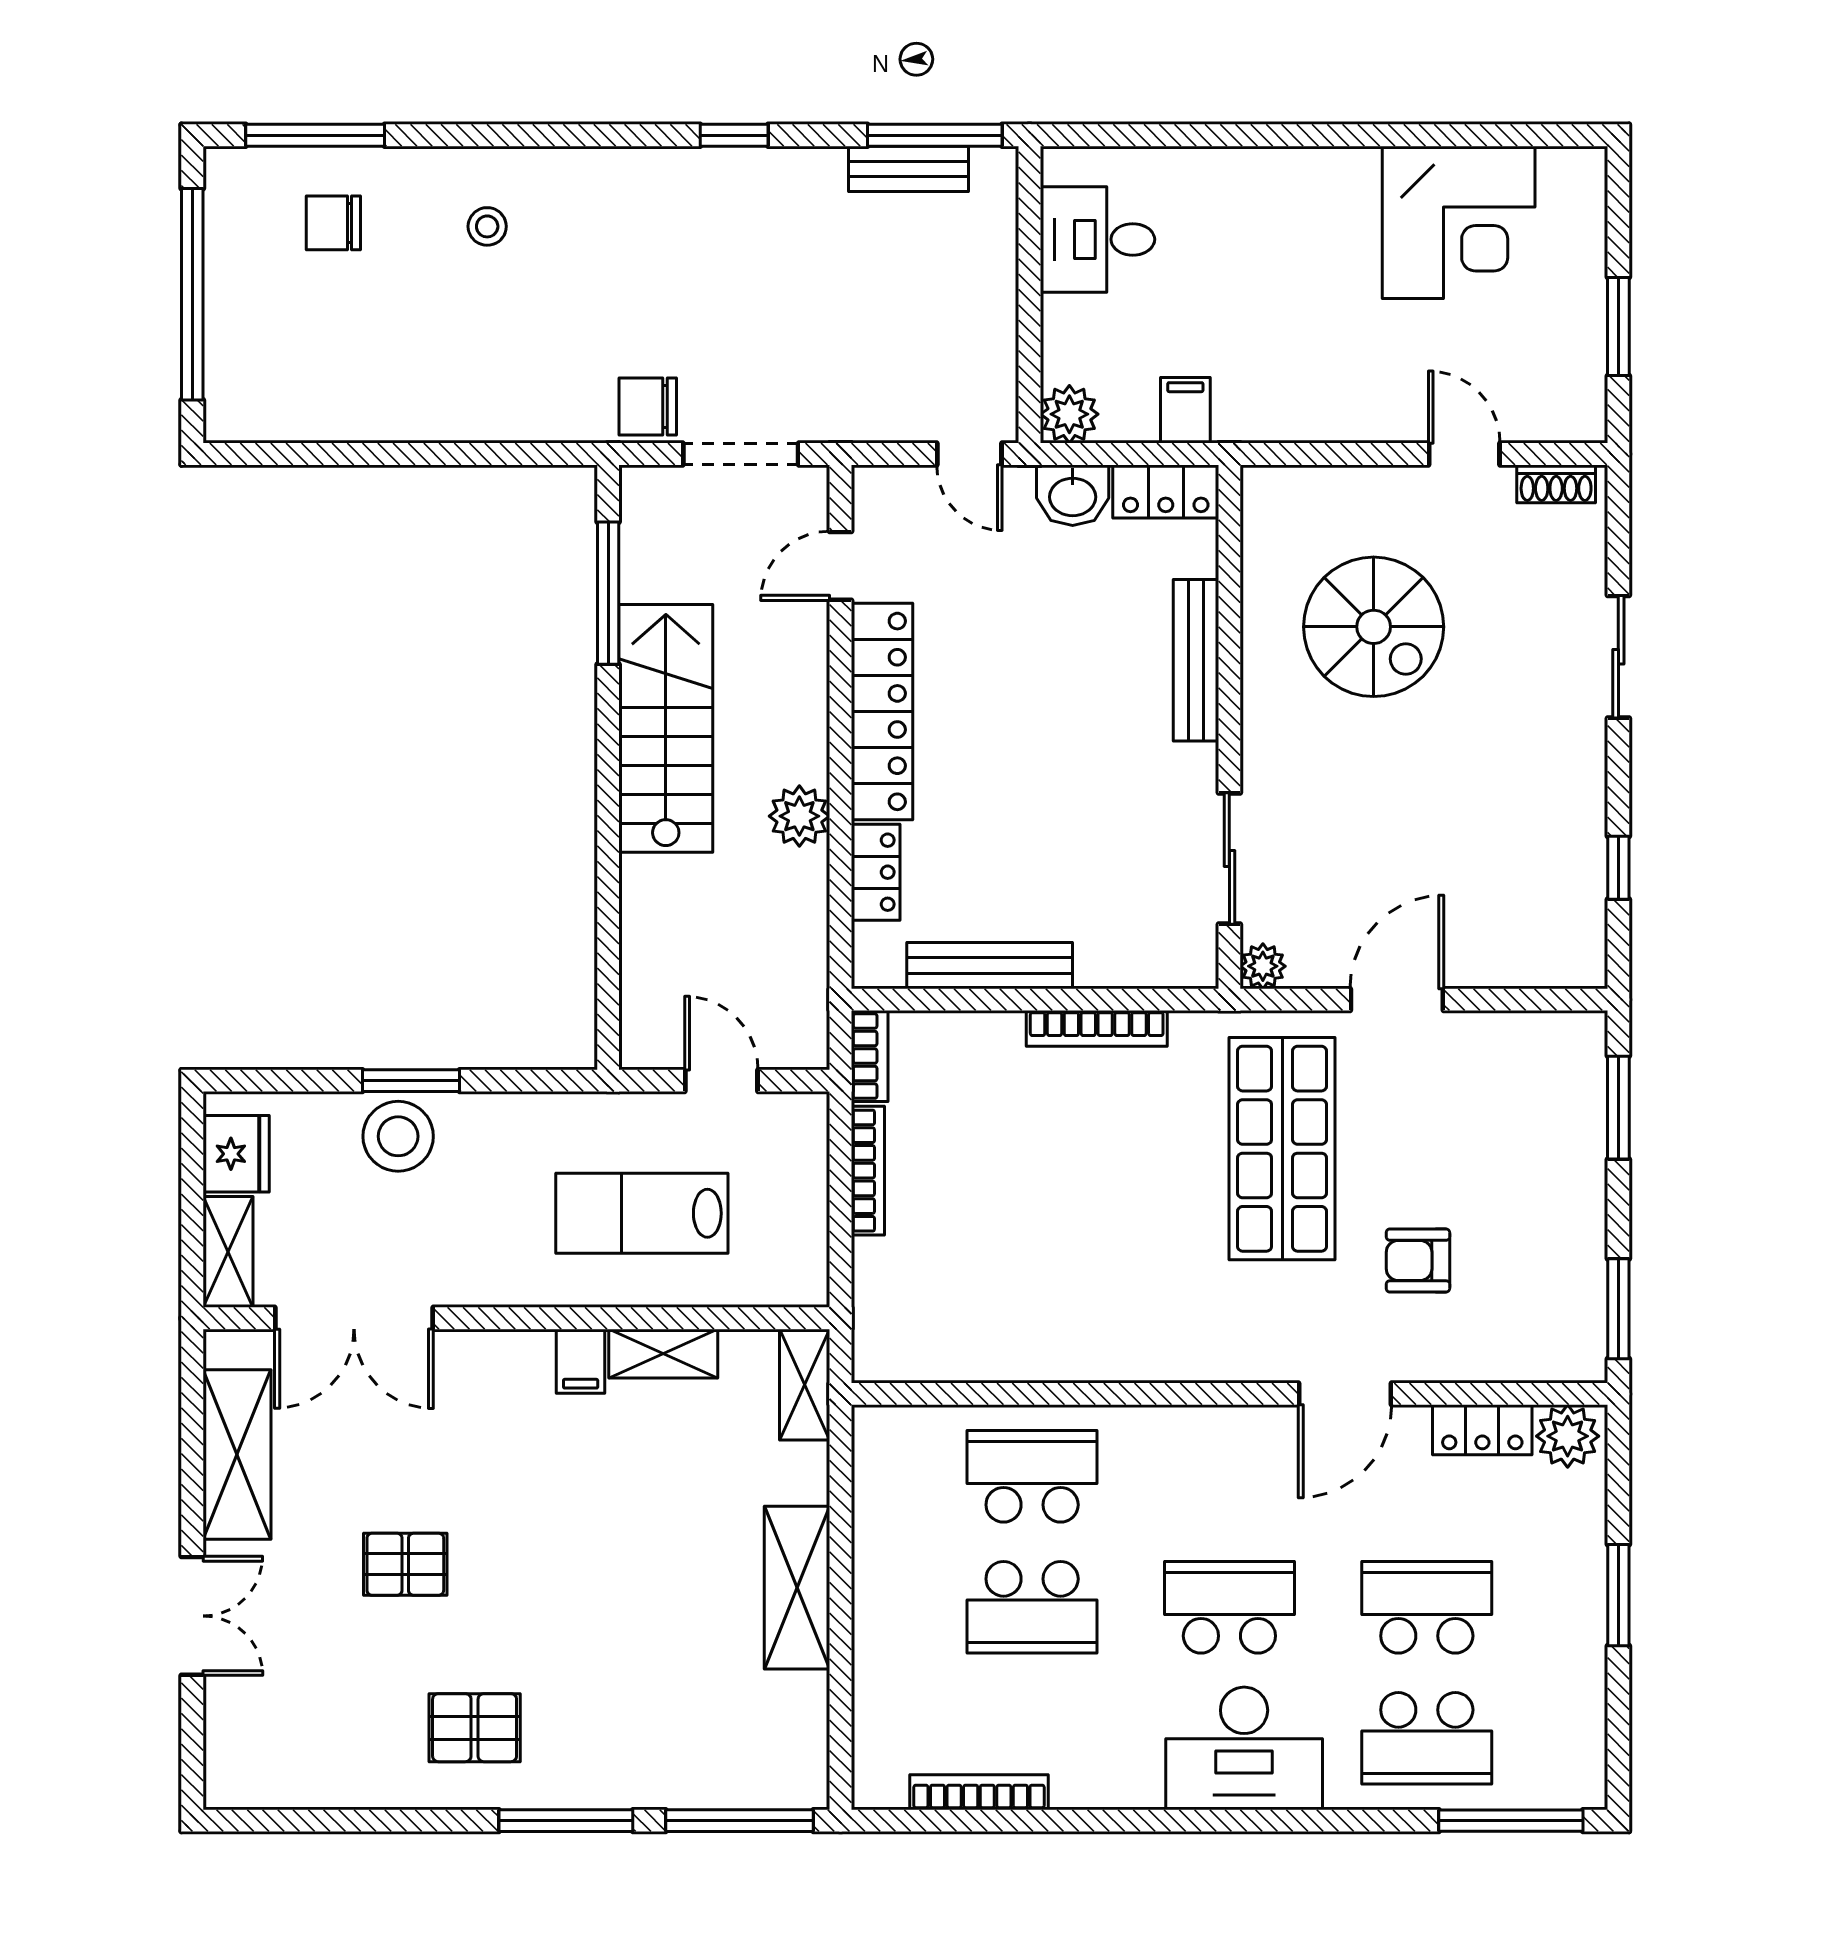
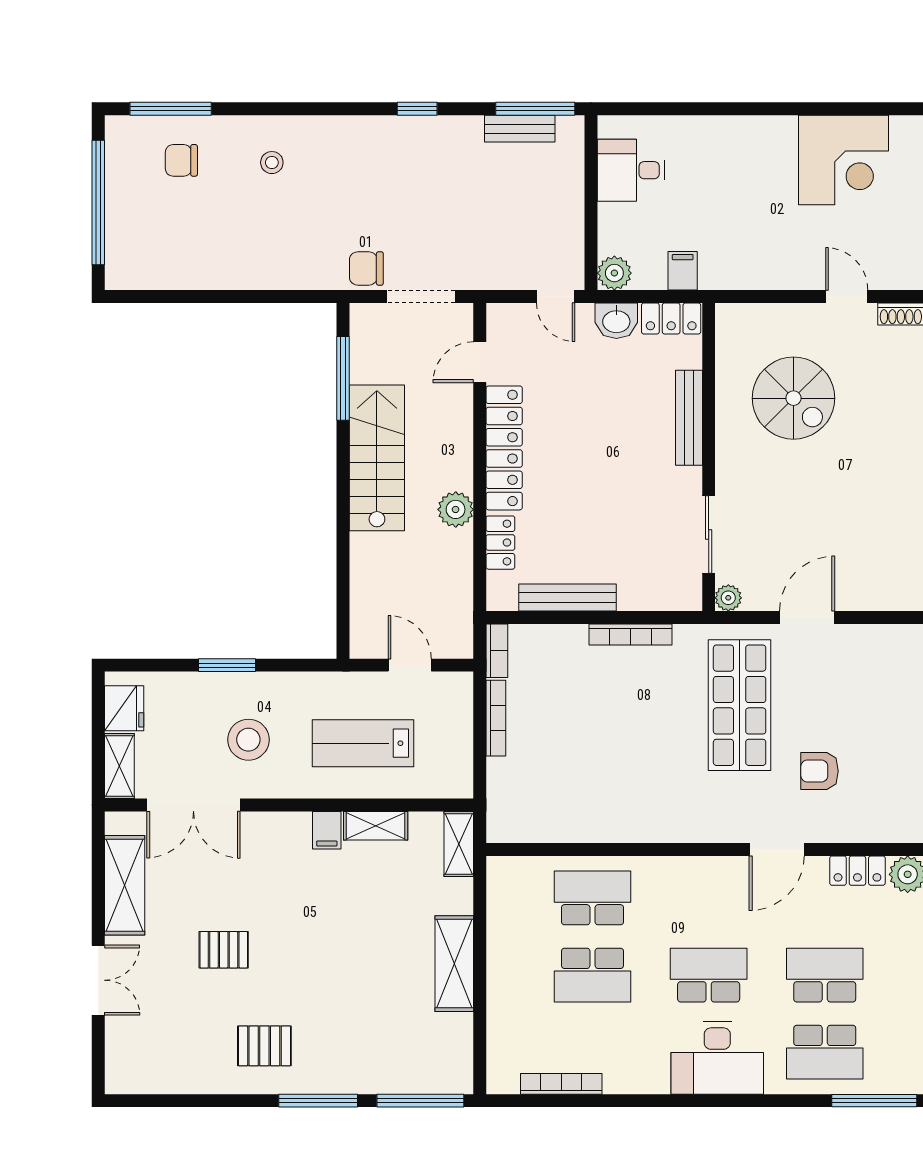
stool: (398, 1136) -> (248, 740), moved

